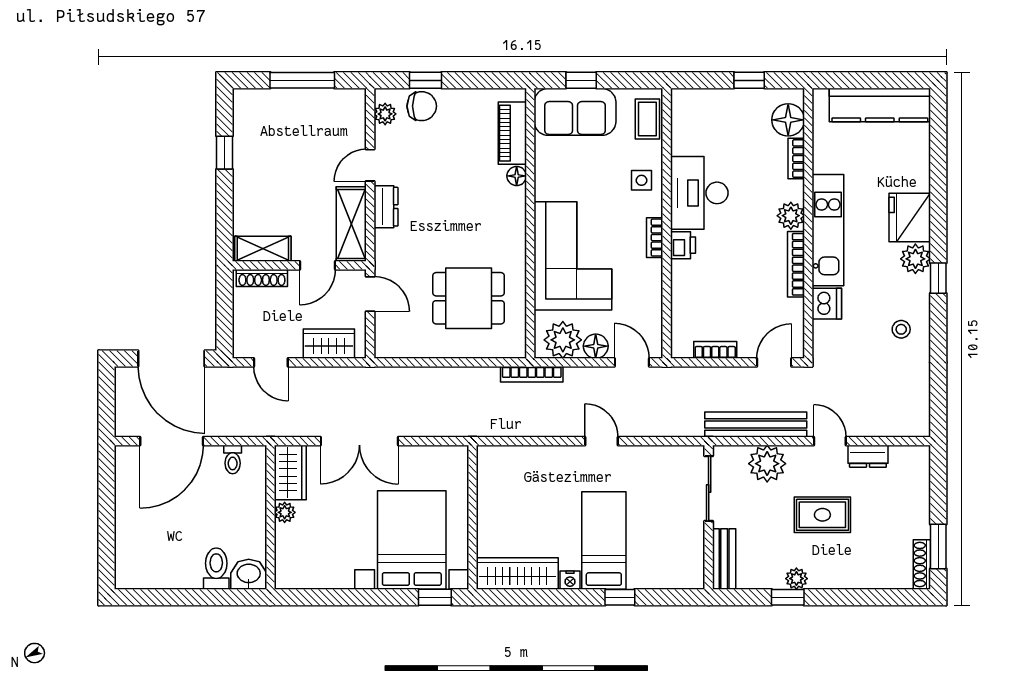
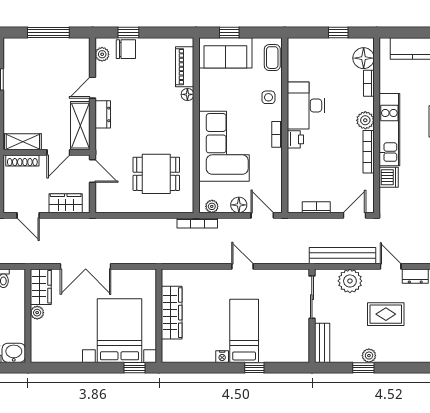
plant: (563, 340) -> (212, 206), width x0.53, depth x0.53
wardrobe: (517, 574) -> (172, 313), moved, turned 90

